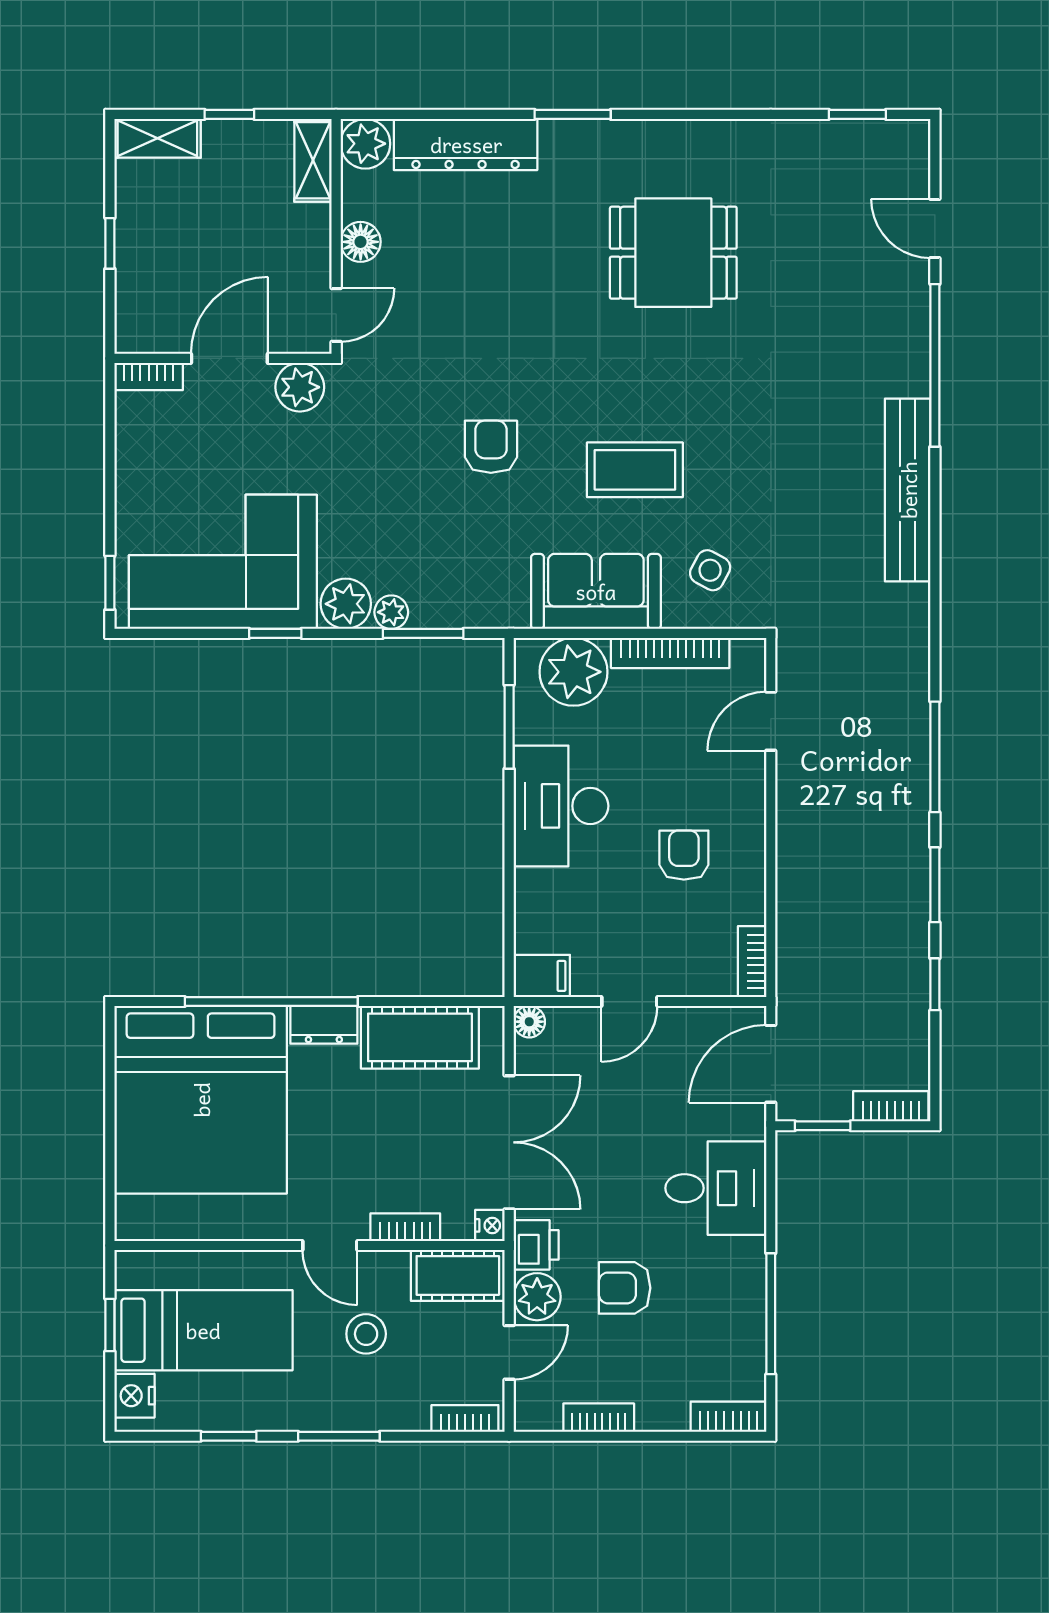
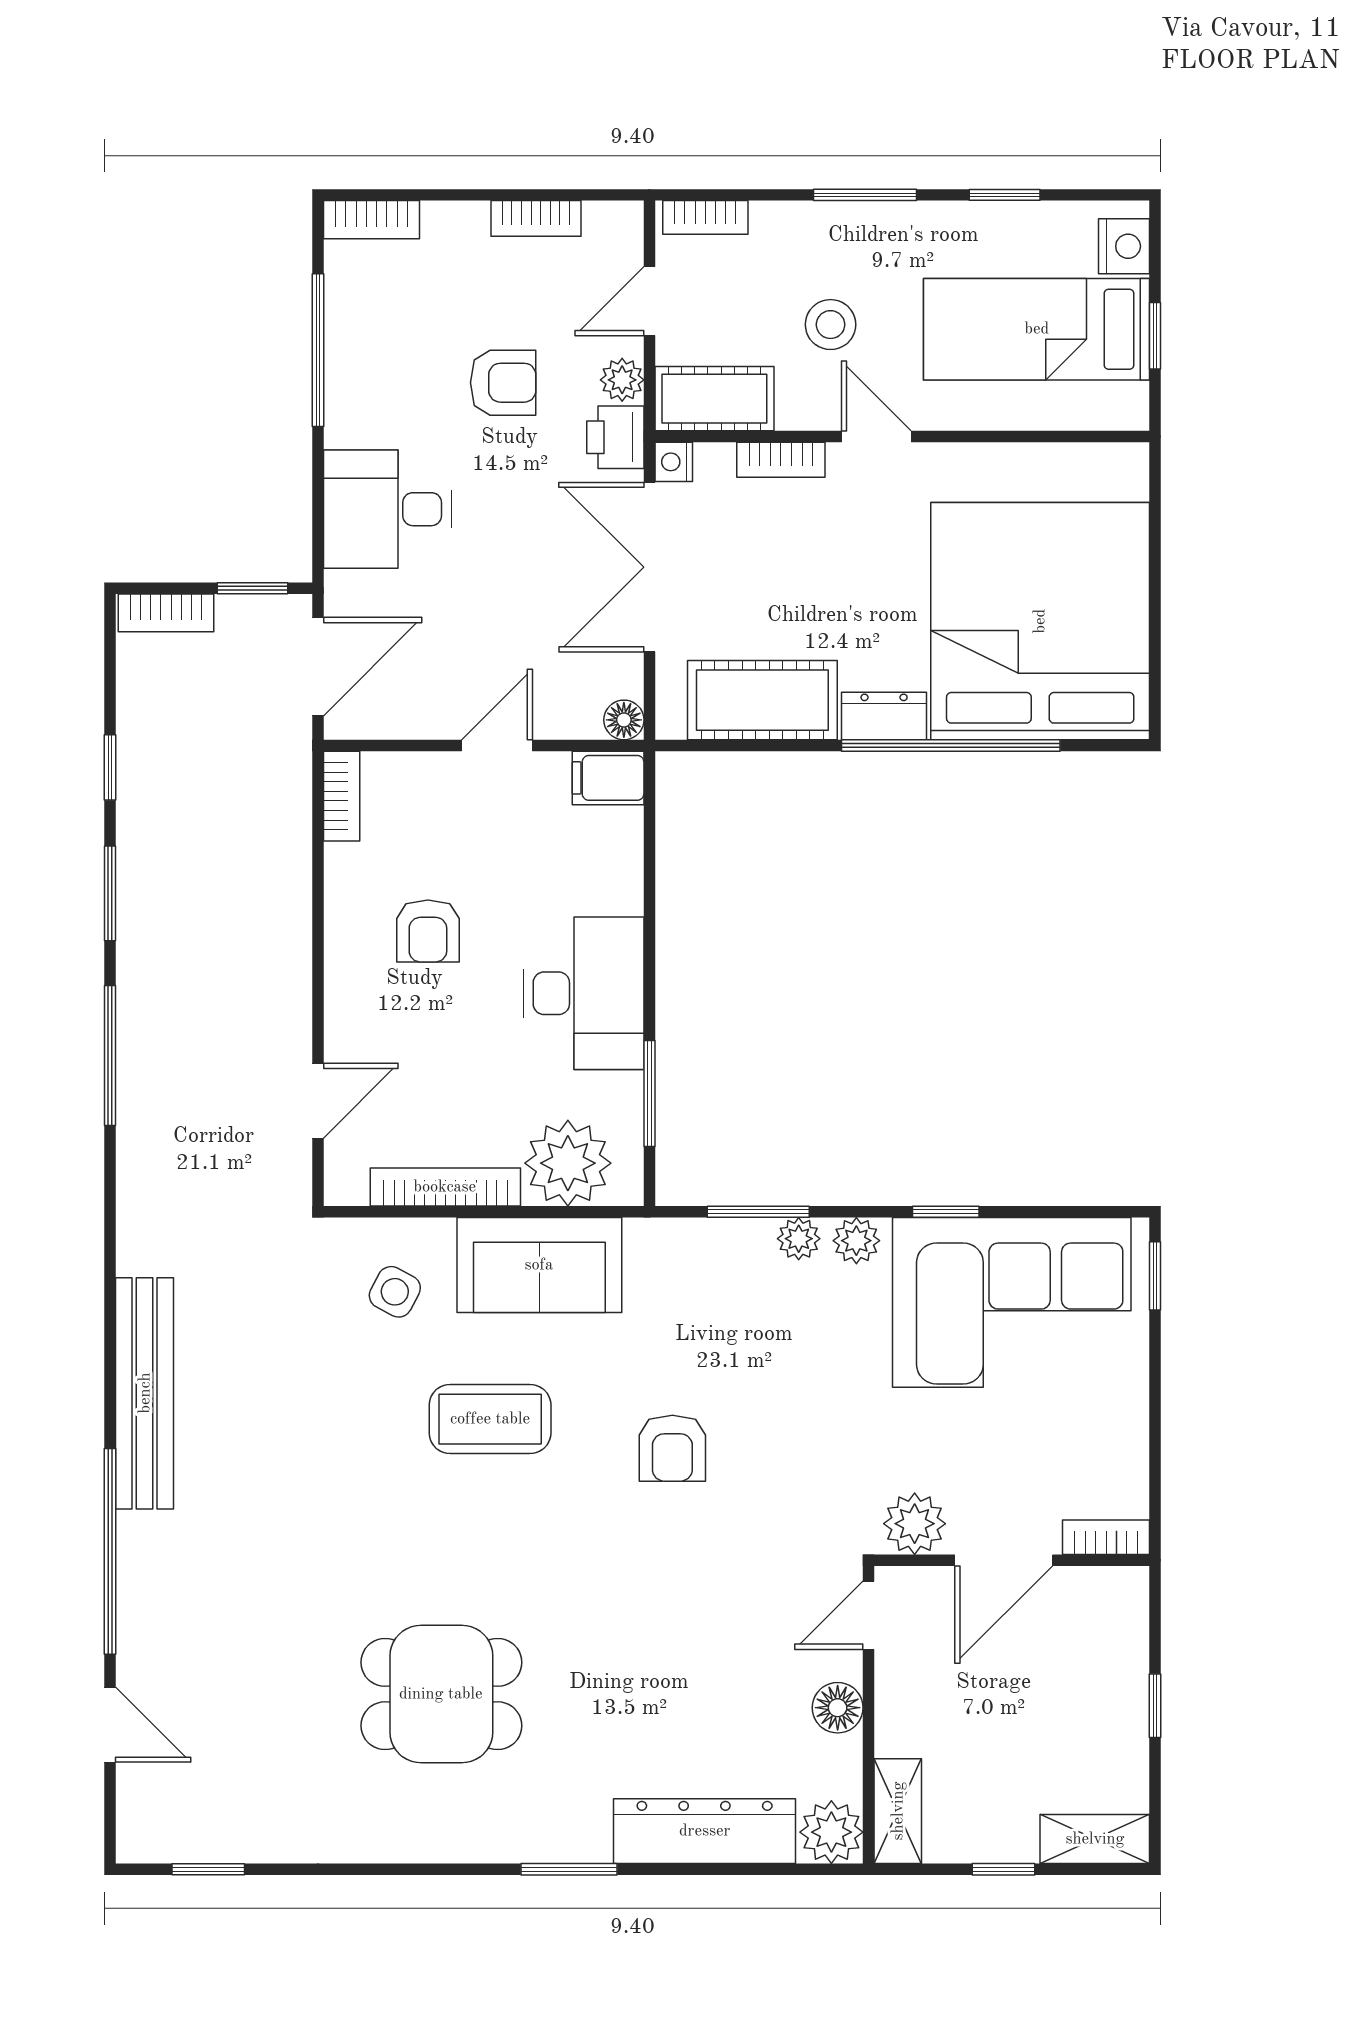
plant: (346, 604) -> (856, 1241), width x0.73, depth x0.73
plant: (537, 1297) -> (622, 380), width x0.73, depth x0.73

